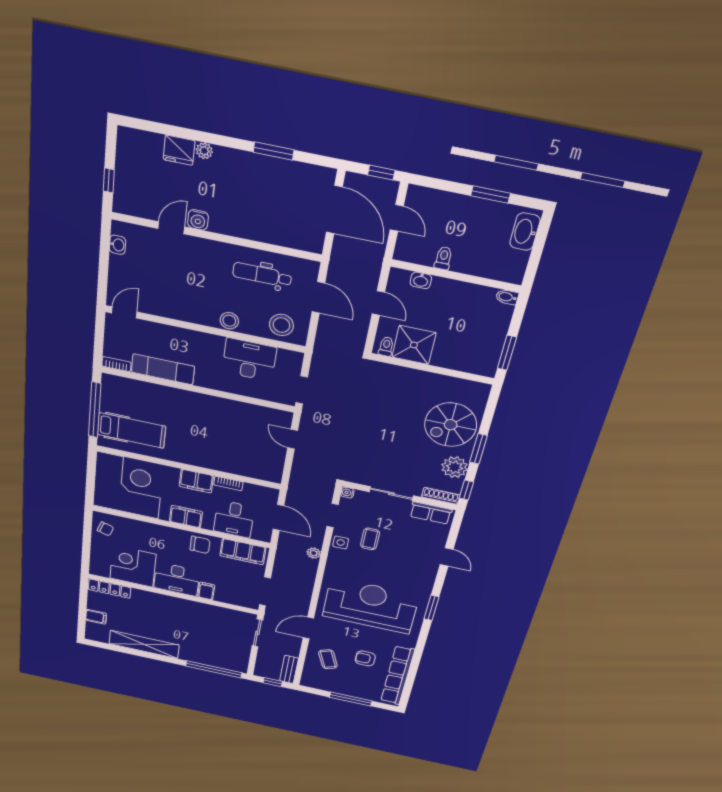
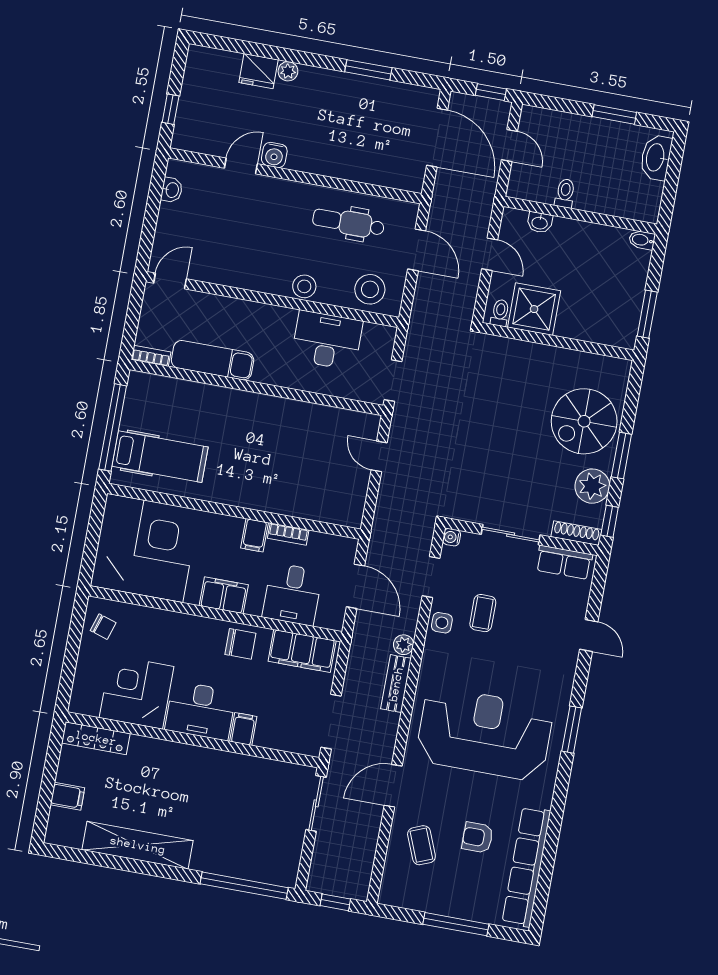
filing cabinet: (196, 481) -> (255, 535), width x0.50
bench: (289, 669) -> (396, 684), moved

